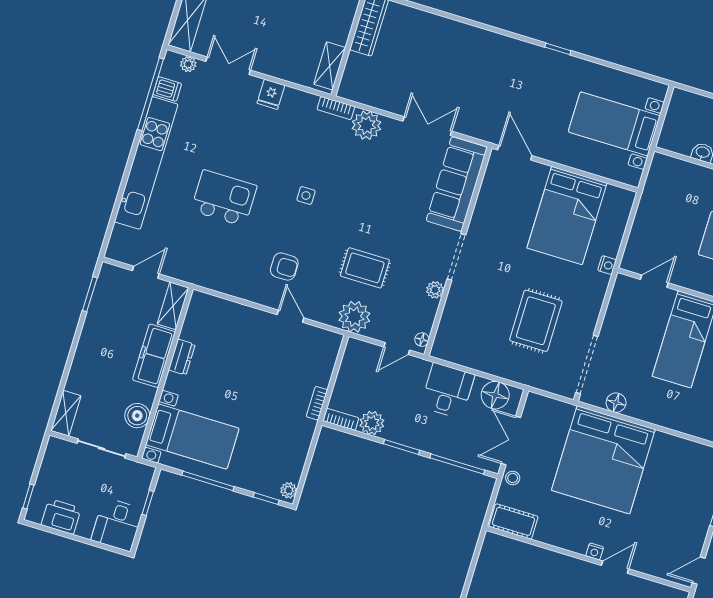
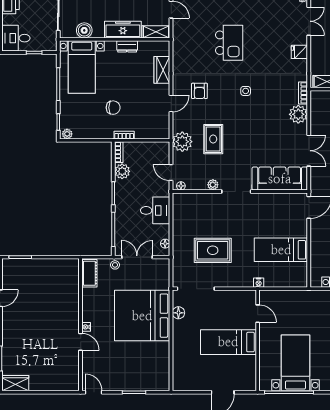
bed: (567, 215) -> (281, 250), width x0.67
wardrobe: (234, 315) -> (162, 70), added
floor lamp: (495, 395) -> (165, 244), width x0.53, depth x0.53
chair: (270, 407) -> (113, 108), added

